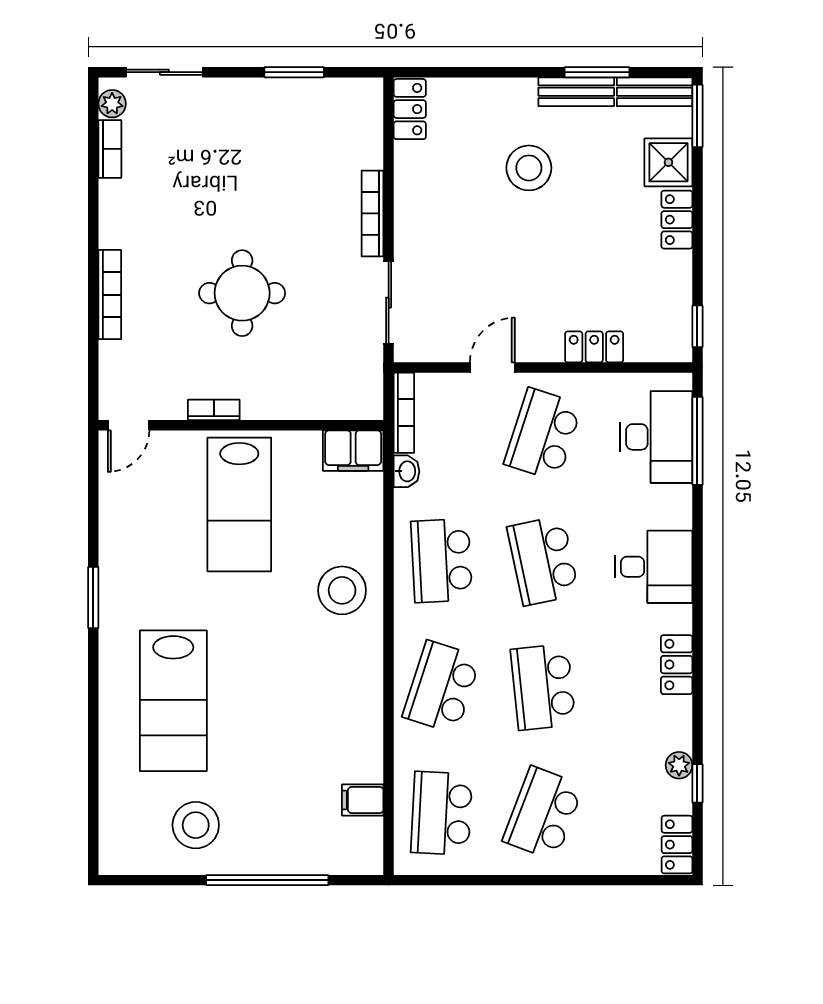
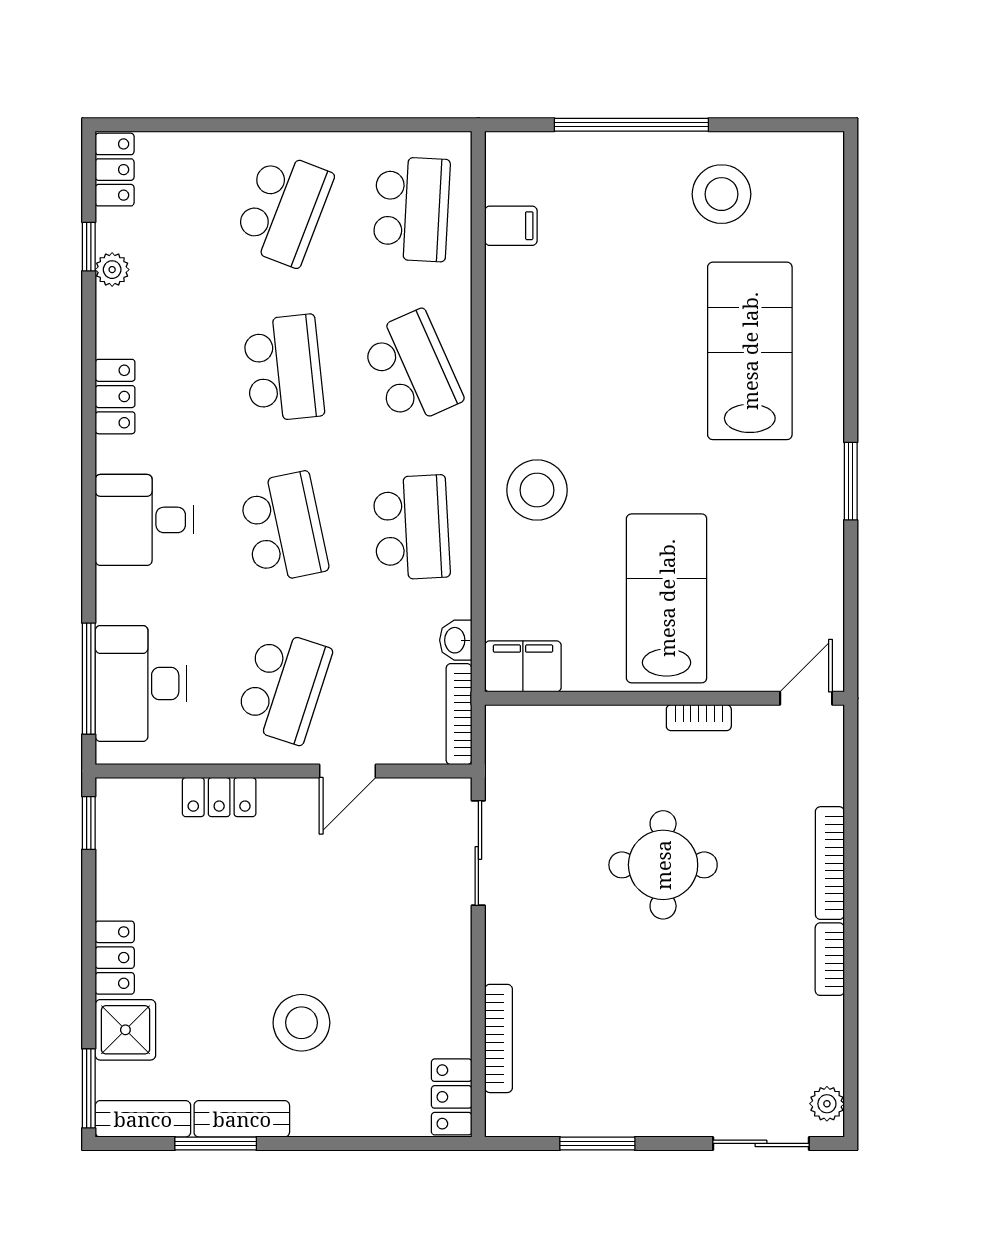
bookcase: (110, 149) -> (830, 959), moved
bookcase: (373, 213) -> (499, 1038), moved
school desk: (442, 687) -> (412, 368), turned -42

